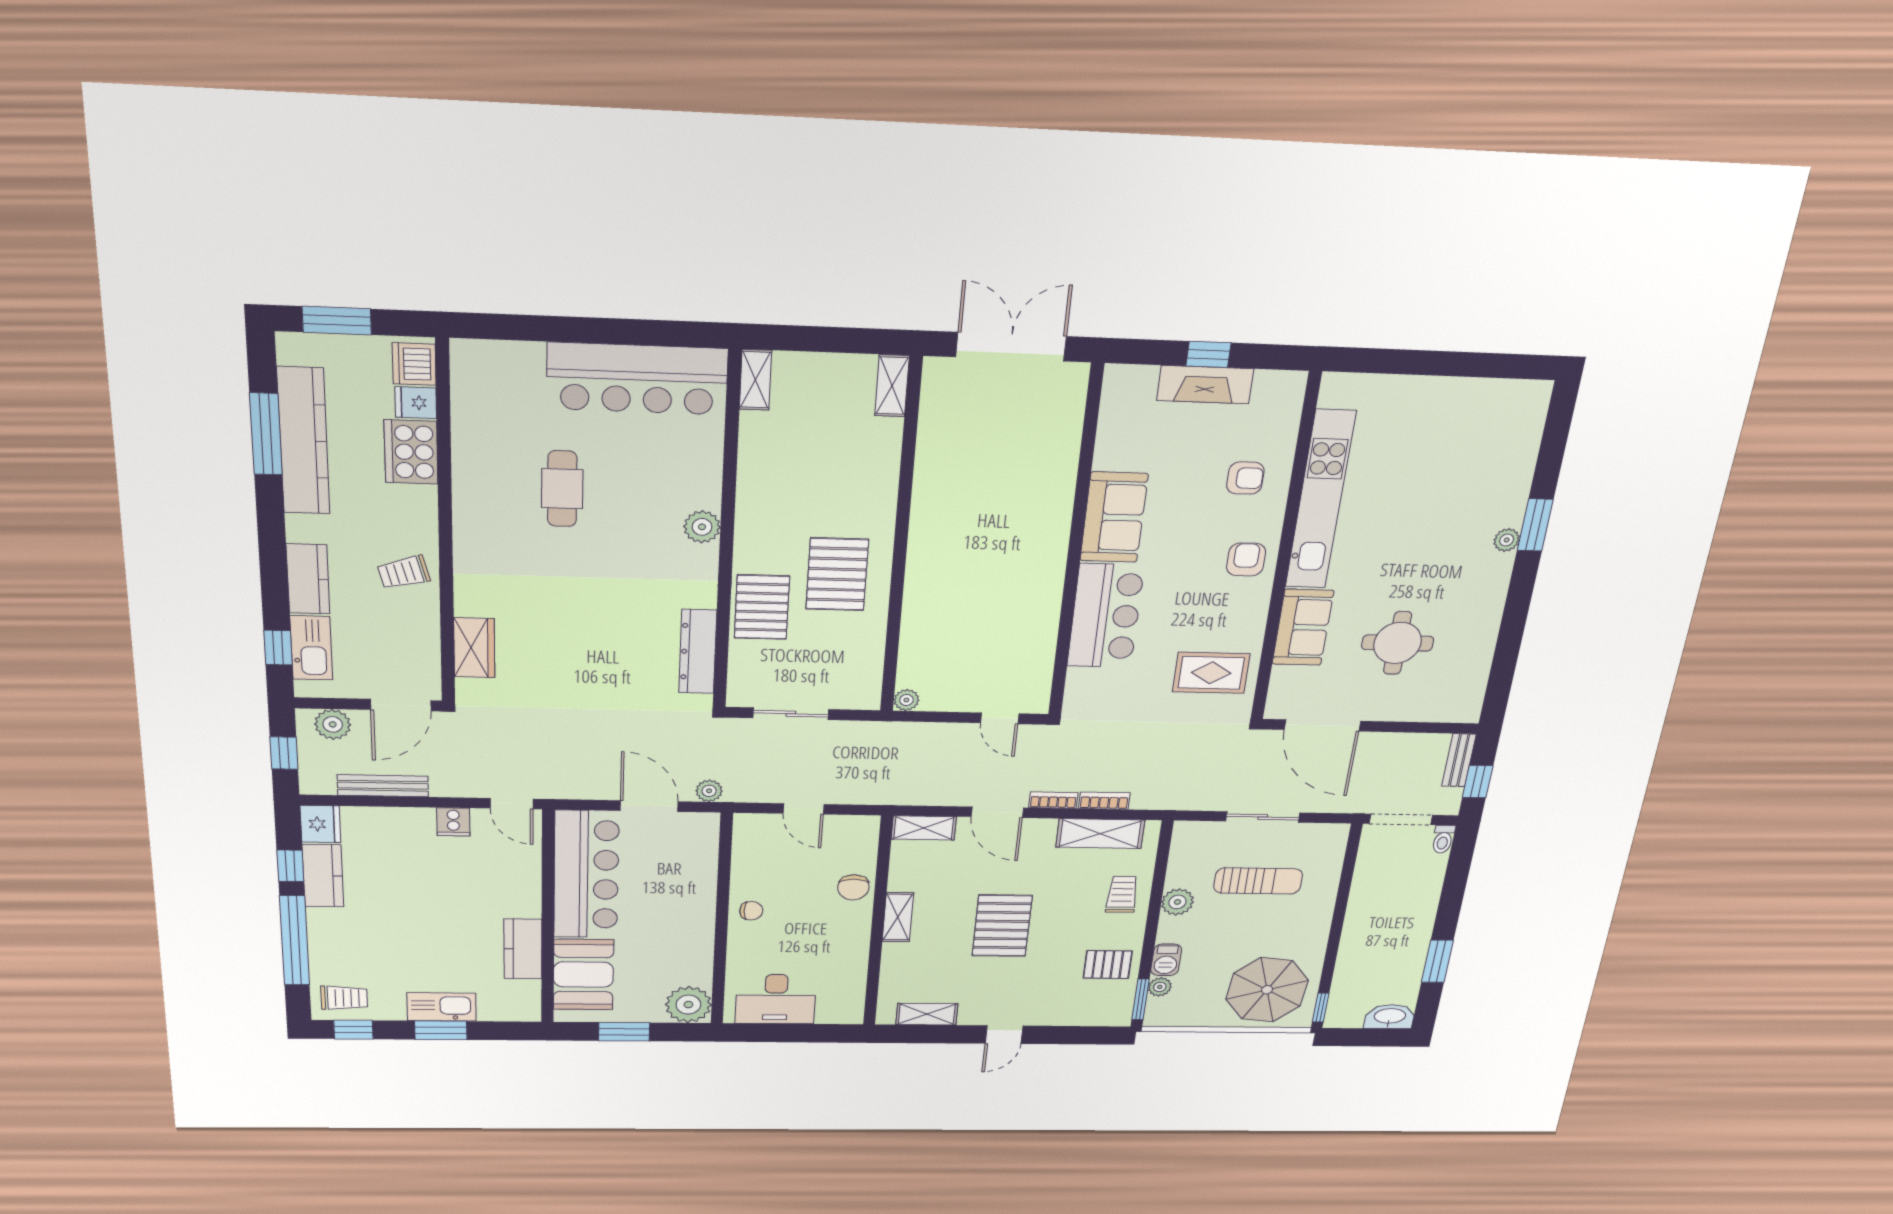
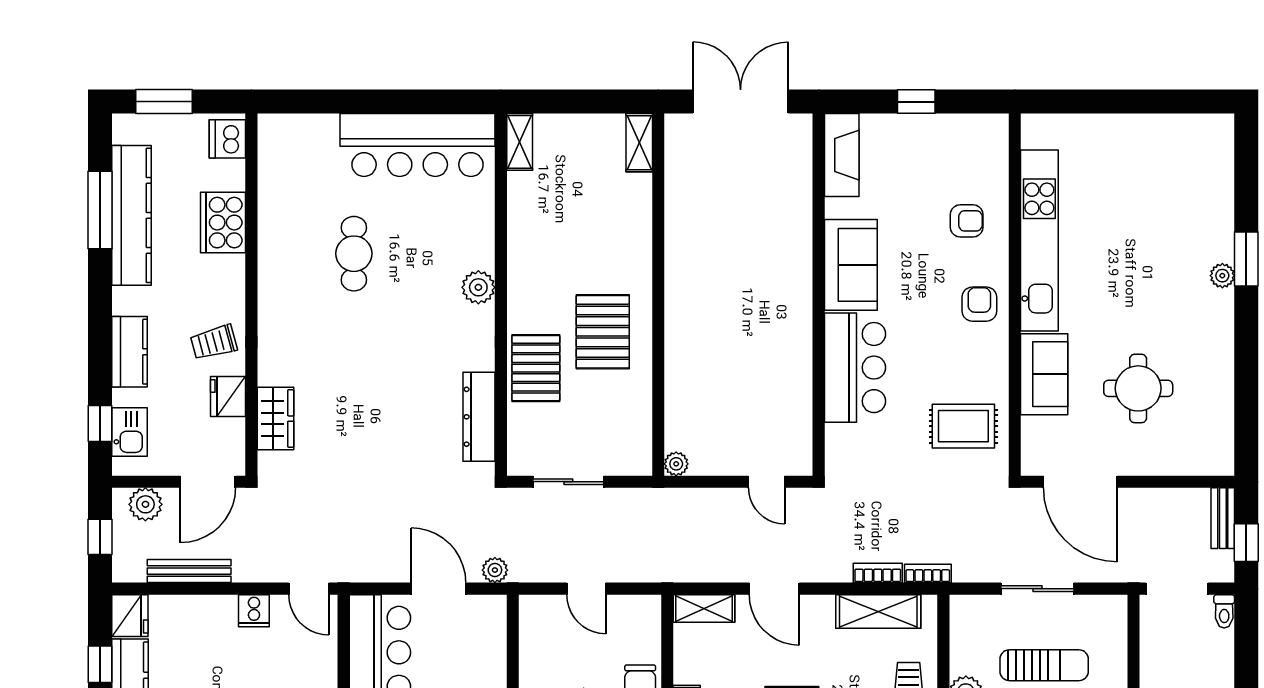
fireplace: (1205, 385) -> (842, 155), moved, turned -90
fridge: (416, 403) -> (228, 396), moved, width x1.38
kitchen sink: (311, 648) -> (129, 432), width x0.73
bookcase: (1053, 800) -> (928, 573), moved

